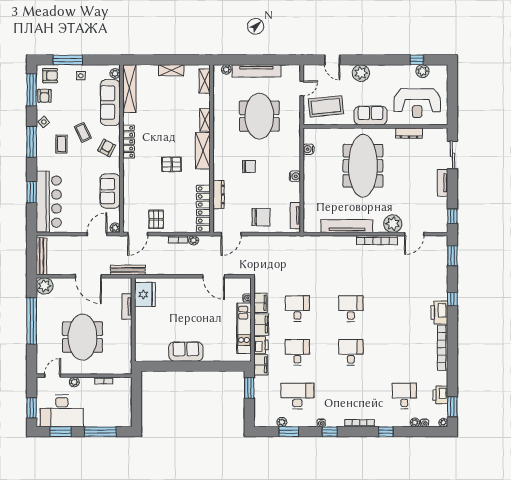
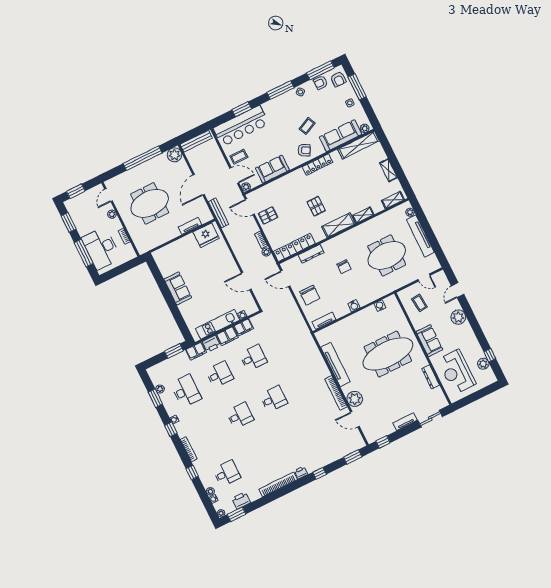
coffee table: (326, 106) -> (419, 303), width x0.54, depth x0.58
coffee table: (61, 144) -> (239, 157), moved
door: (214, 276) -> (246, 281), hinge flipped
printer: (439, 312) -> (301, 473), width x0.53, depth x0.68
door: (53, 376) -> (109, 195), swing flipped
desk: (62, 411) -> (101, 248), moved

